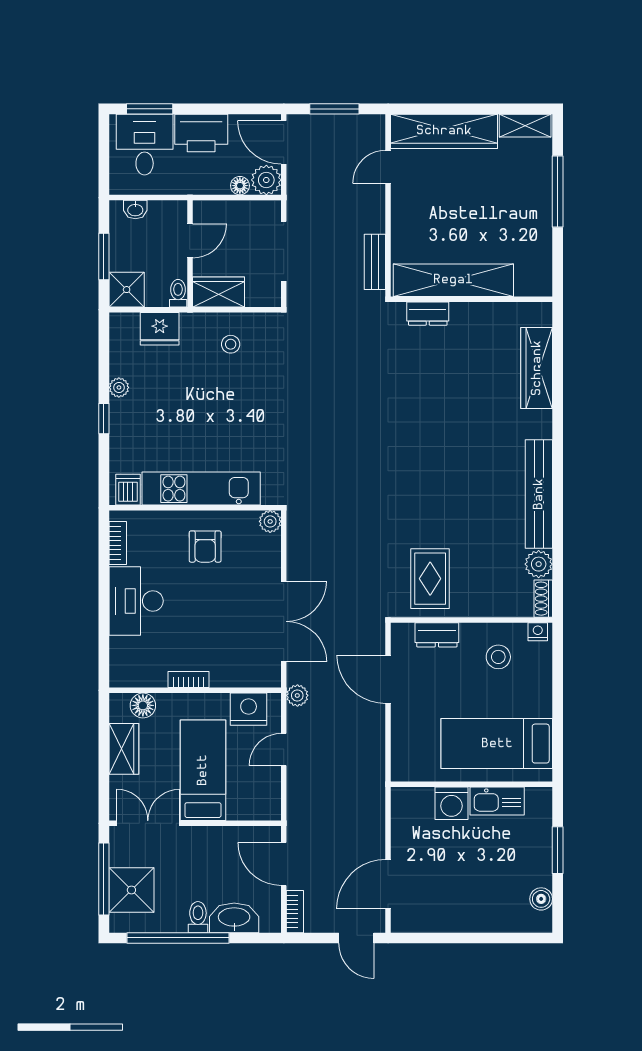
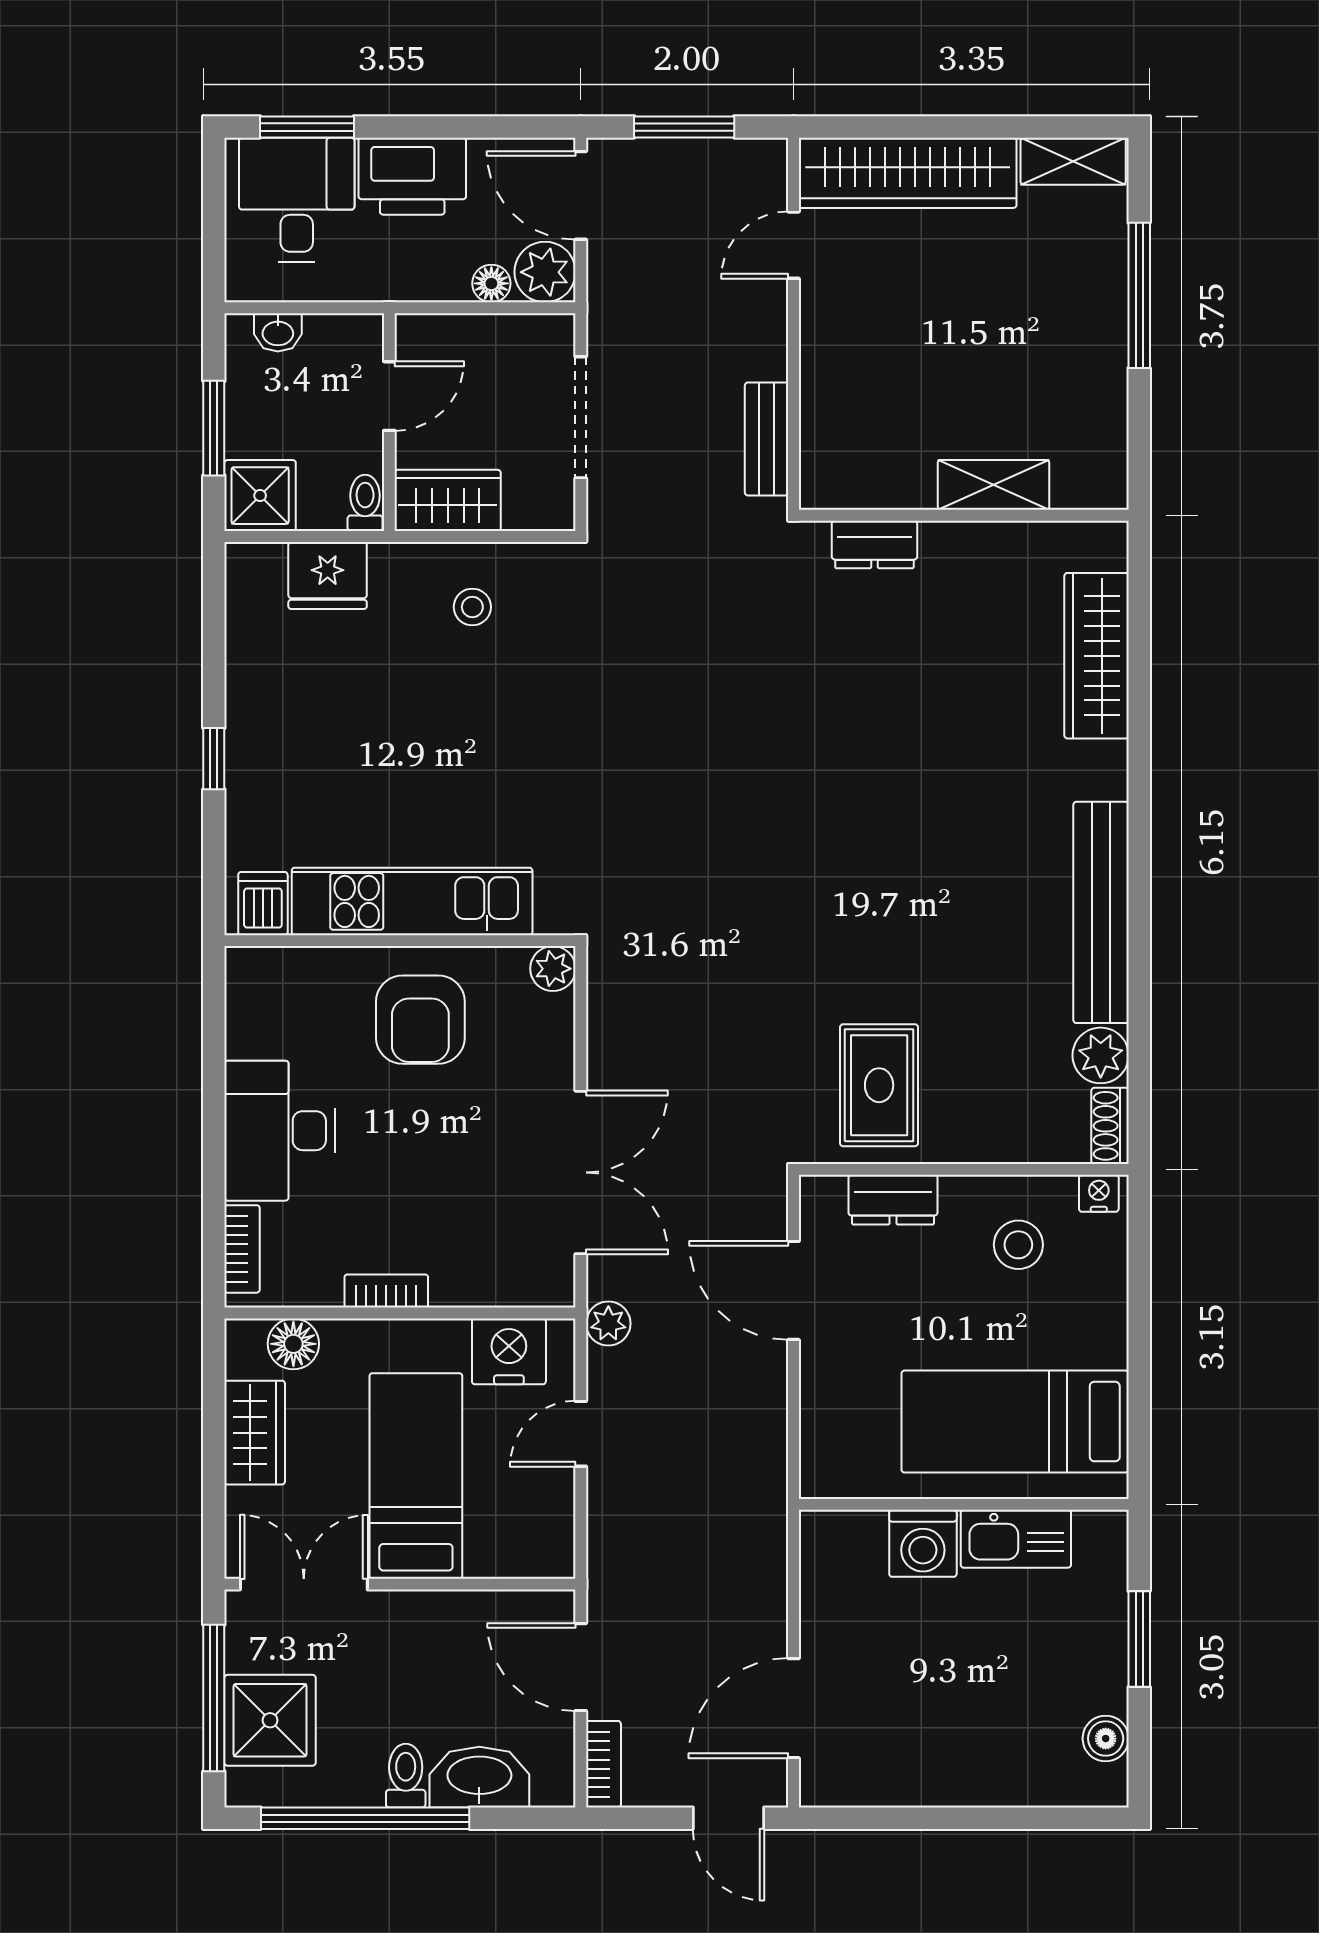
shelving: (453, 280) -> (994, 485), width x0.45, depth x0.75
plant: (119, 387) -> (245, 695), removed
bookcase: (118, 543) -> (242, 1249), moved
armchair: (205, 547) -> (420, 1020), width x1.38, depth x1.38

